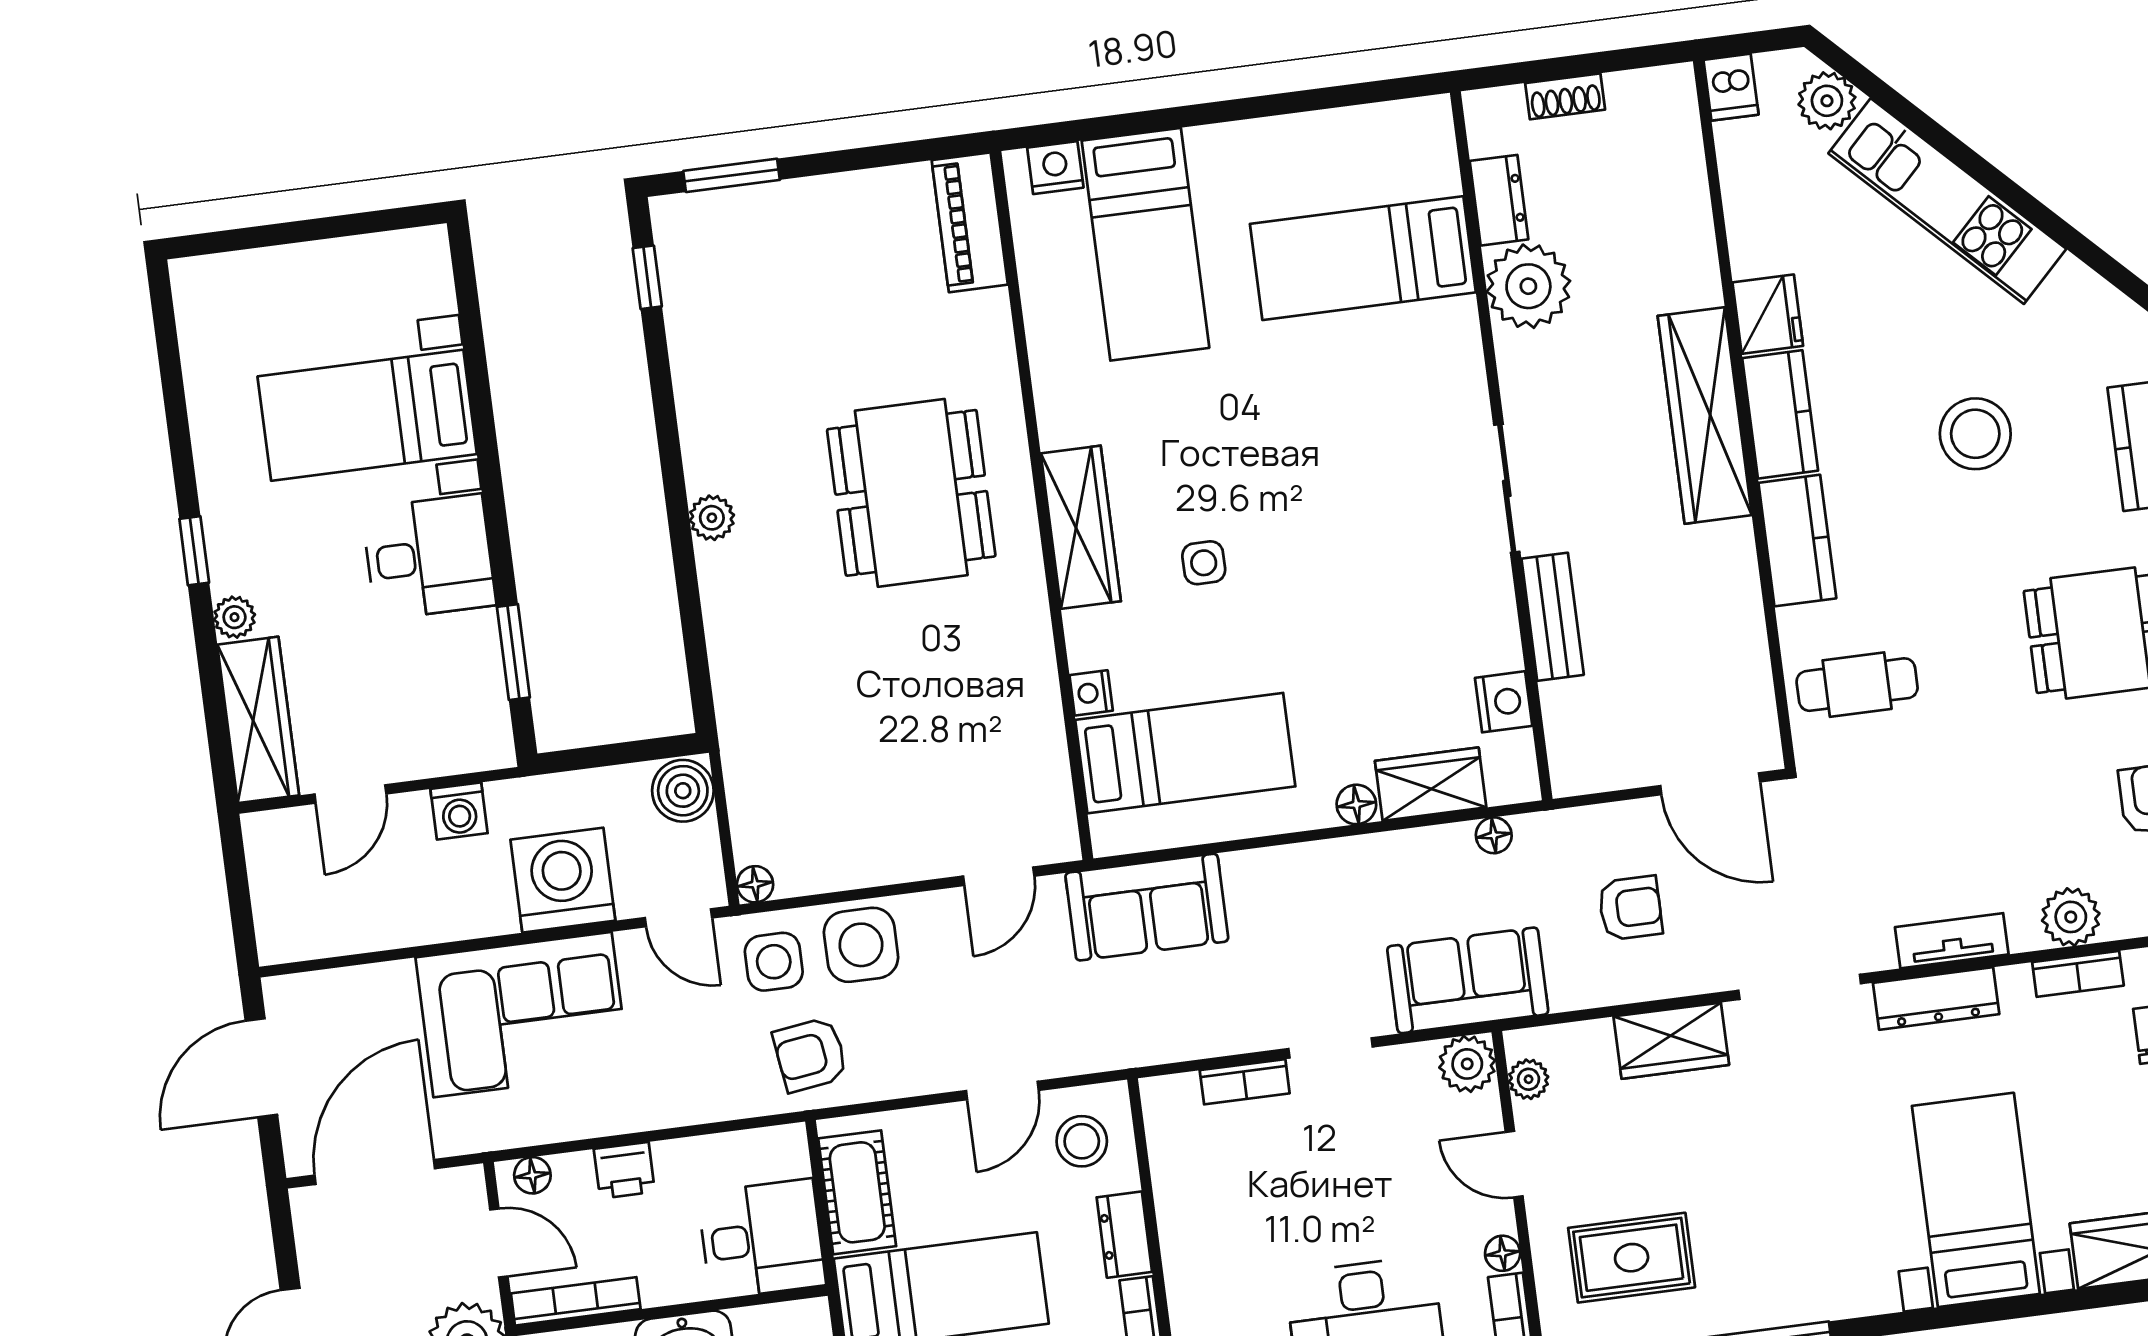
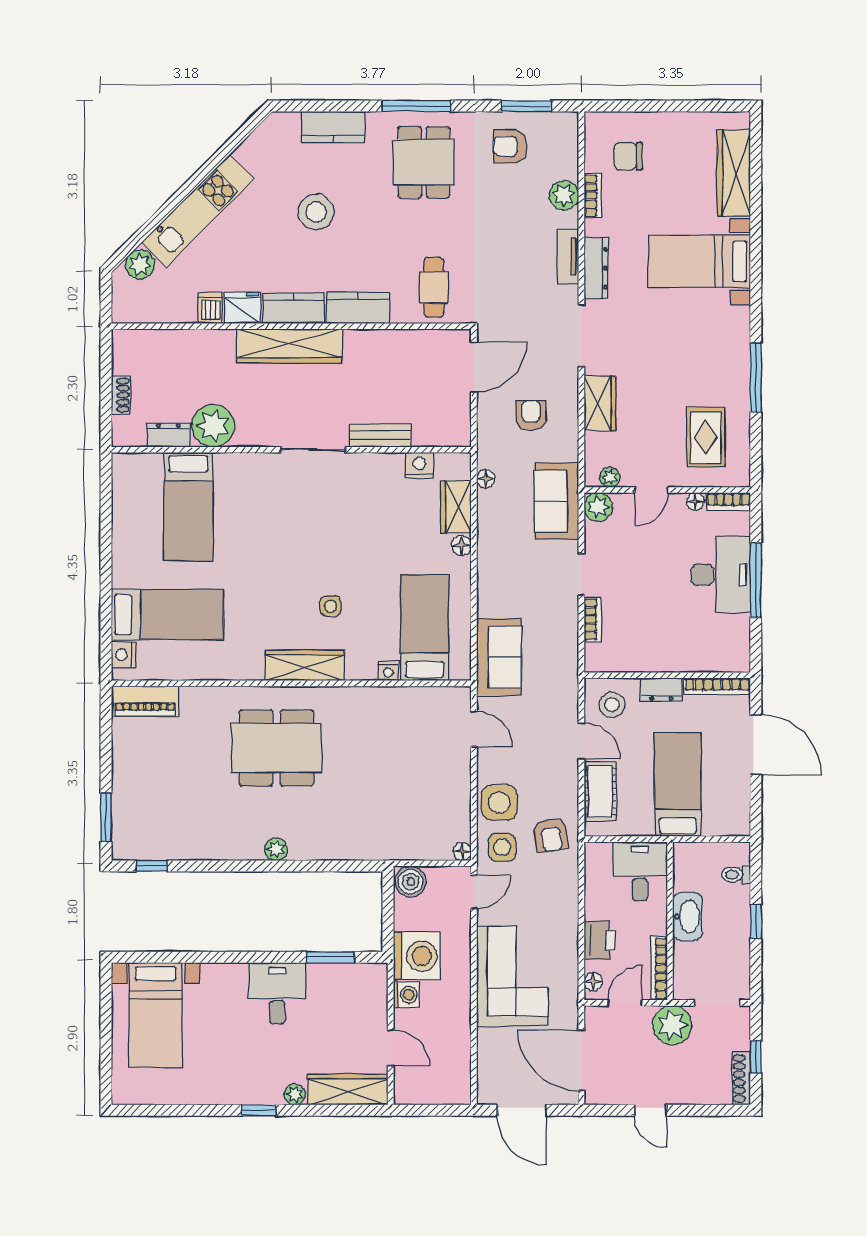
dishwasher: (1731, 87) -> (210, 308), moved, turned -90
bed with nightstands: (367, 415) -> (156, 1015), moved
washing machine: (563, 880) -> (417, 956), moved, turned 180
printer: (624, 1170) -> (600, 940), width x1.36, depth x1.24
cot: (857, 1192) -> (600, 791), moved, turned 90

